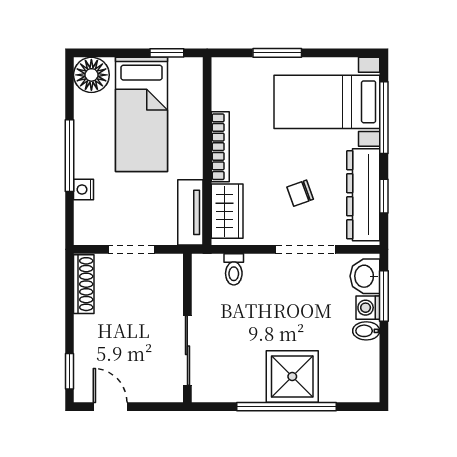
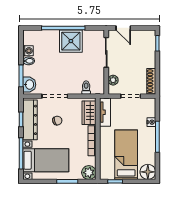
plant: (228, 73) -> (89, 173), added
plant: (172, 286) -> (113, 80), added
washing machine: (368, 308) -> (28, 51), moved
shower: (292, 376) -> (71, 41), moved
door: (110, 407) -> (123, 28), moved

